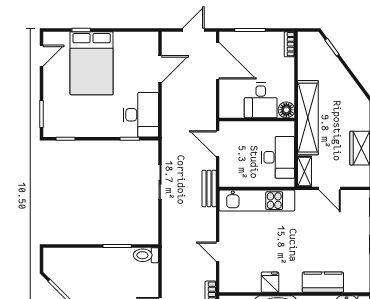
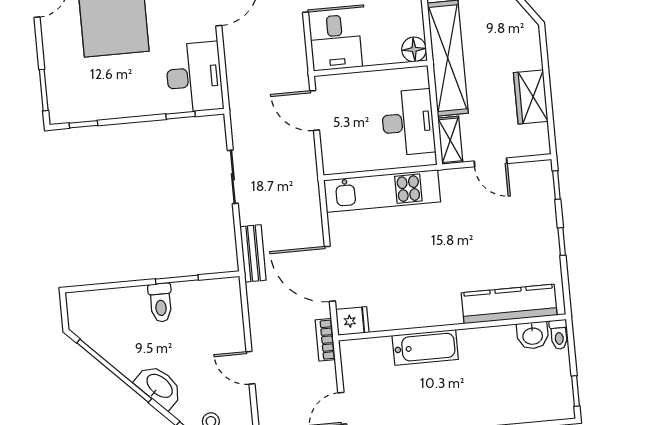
desk: (261, 100) -> (336, 42), moved
bench: (209, 188) -> (253, 253), moved
door: (218, 252) -> (330, 274), width x1.88
toilet: (146, 255) -> (161, 303), moved, turned -90
fridge: (270, 282) -> (352, 321), moved, turned 90
kitchen counter: (323, 282) -> (509, 304), width x1.50

